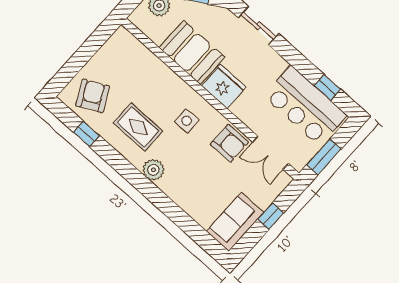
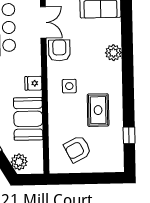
fridge: (224, 86) -> (33, 83), width x0.53, depth x0.75
armchair: (93, 96) -> (78, 149), moved
plant: (153, 170) -> (113, 53), moved

